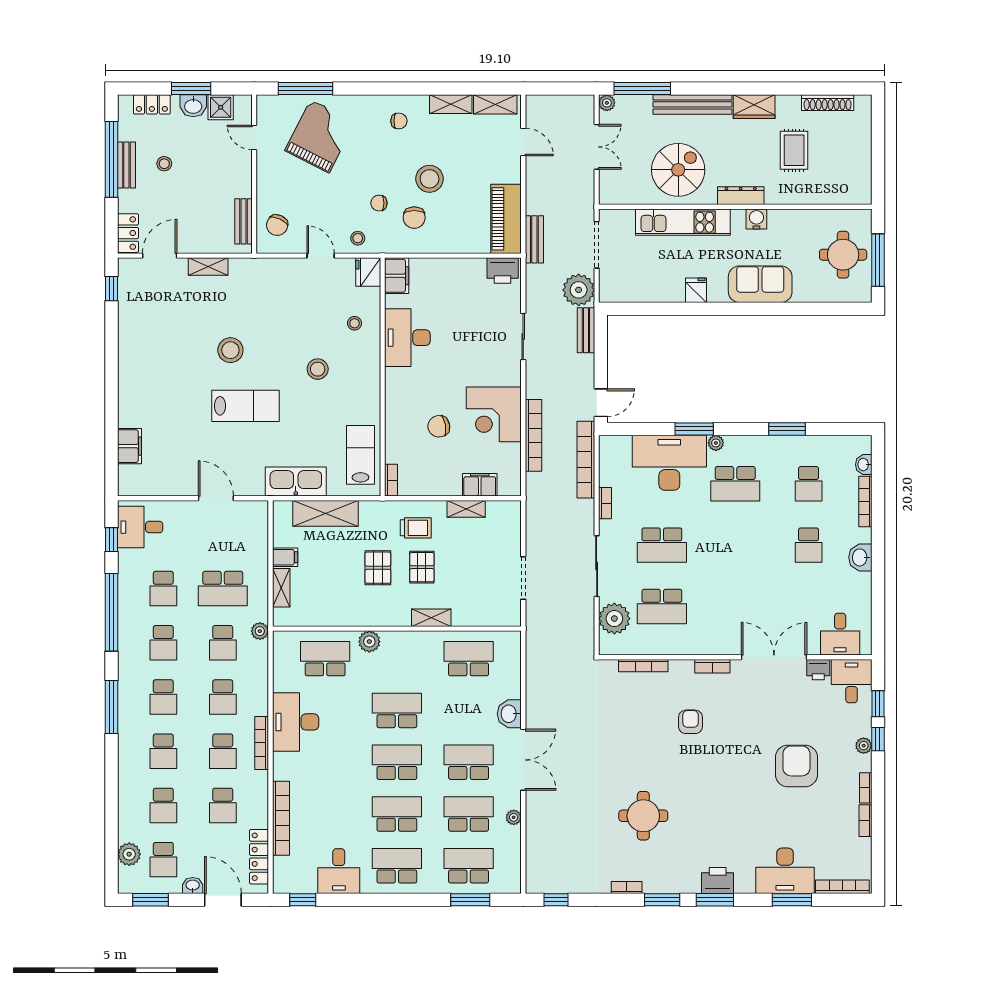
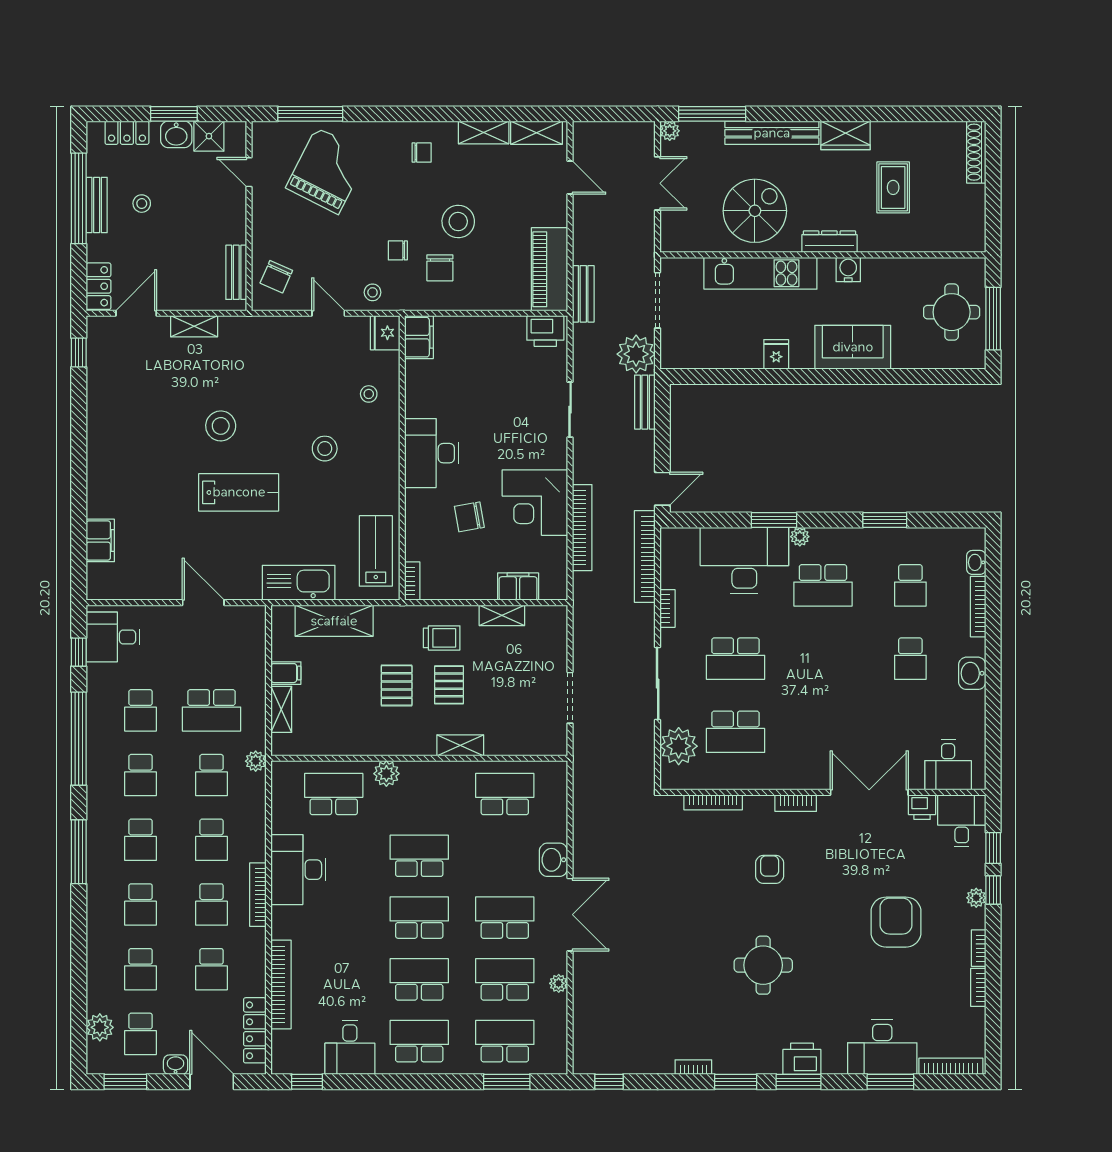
shoe rack: (828, 103) -> (976, 152), moved, turned 90
desk: (407, 338) -> (432, 453), moved
round table: (643, 816) -> (763, 965), moved

